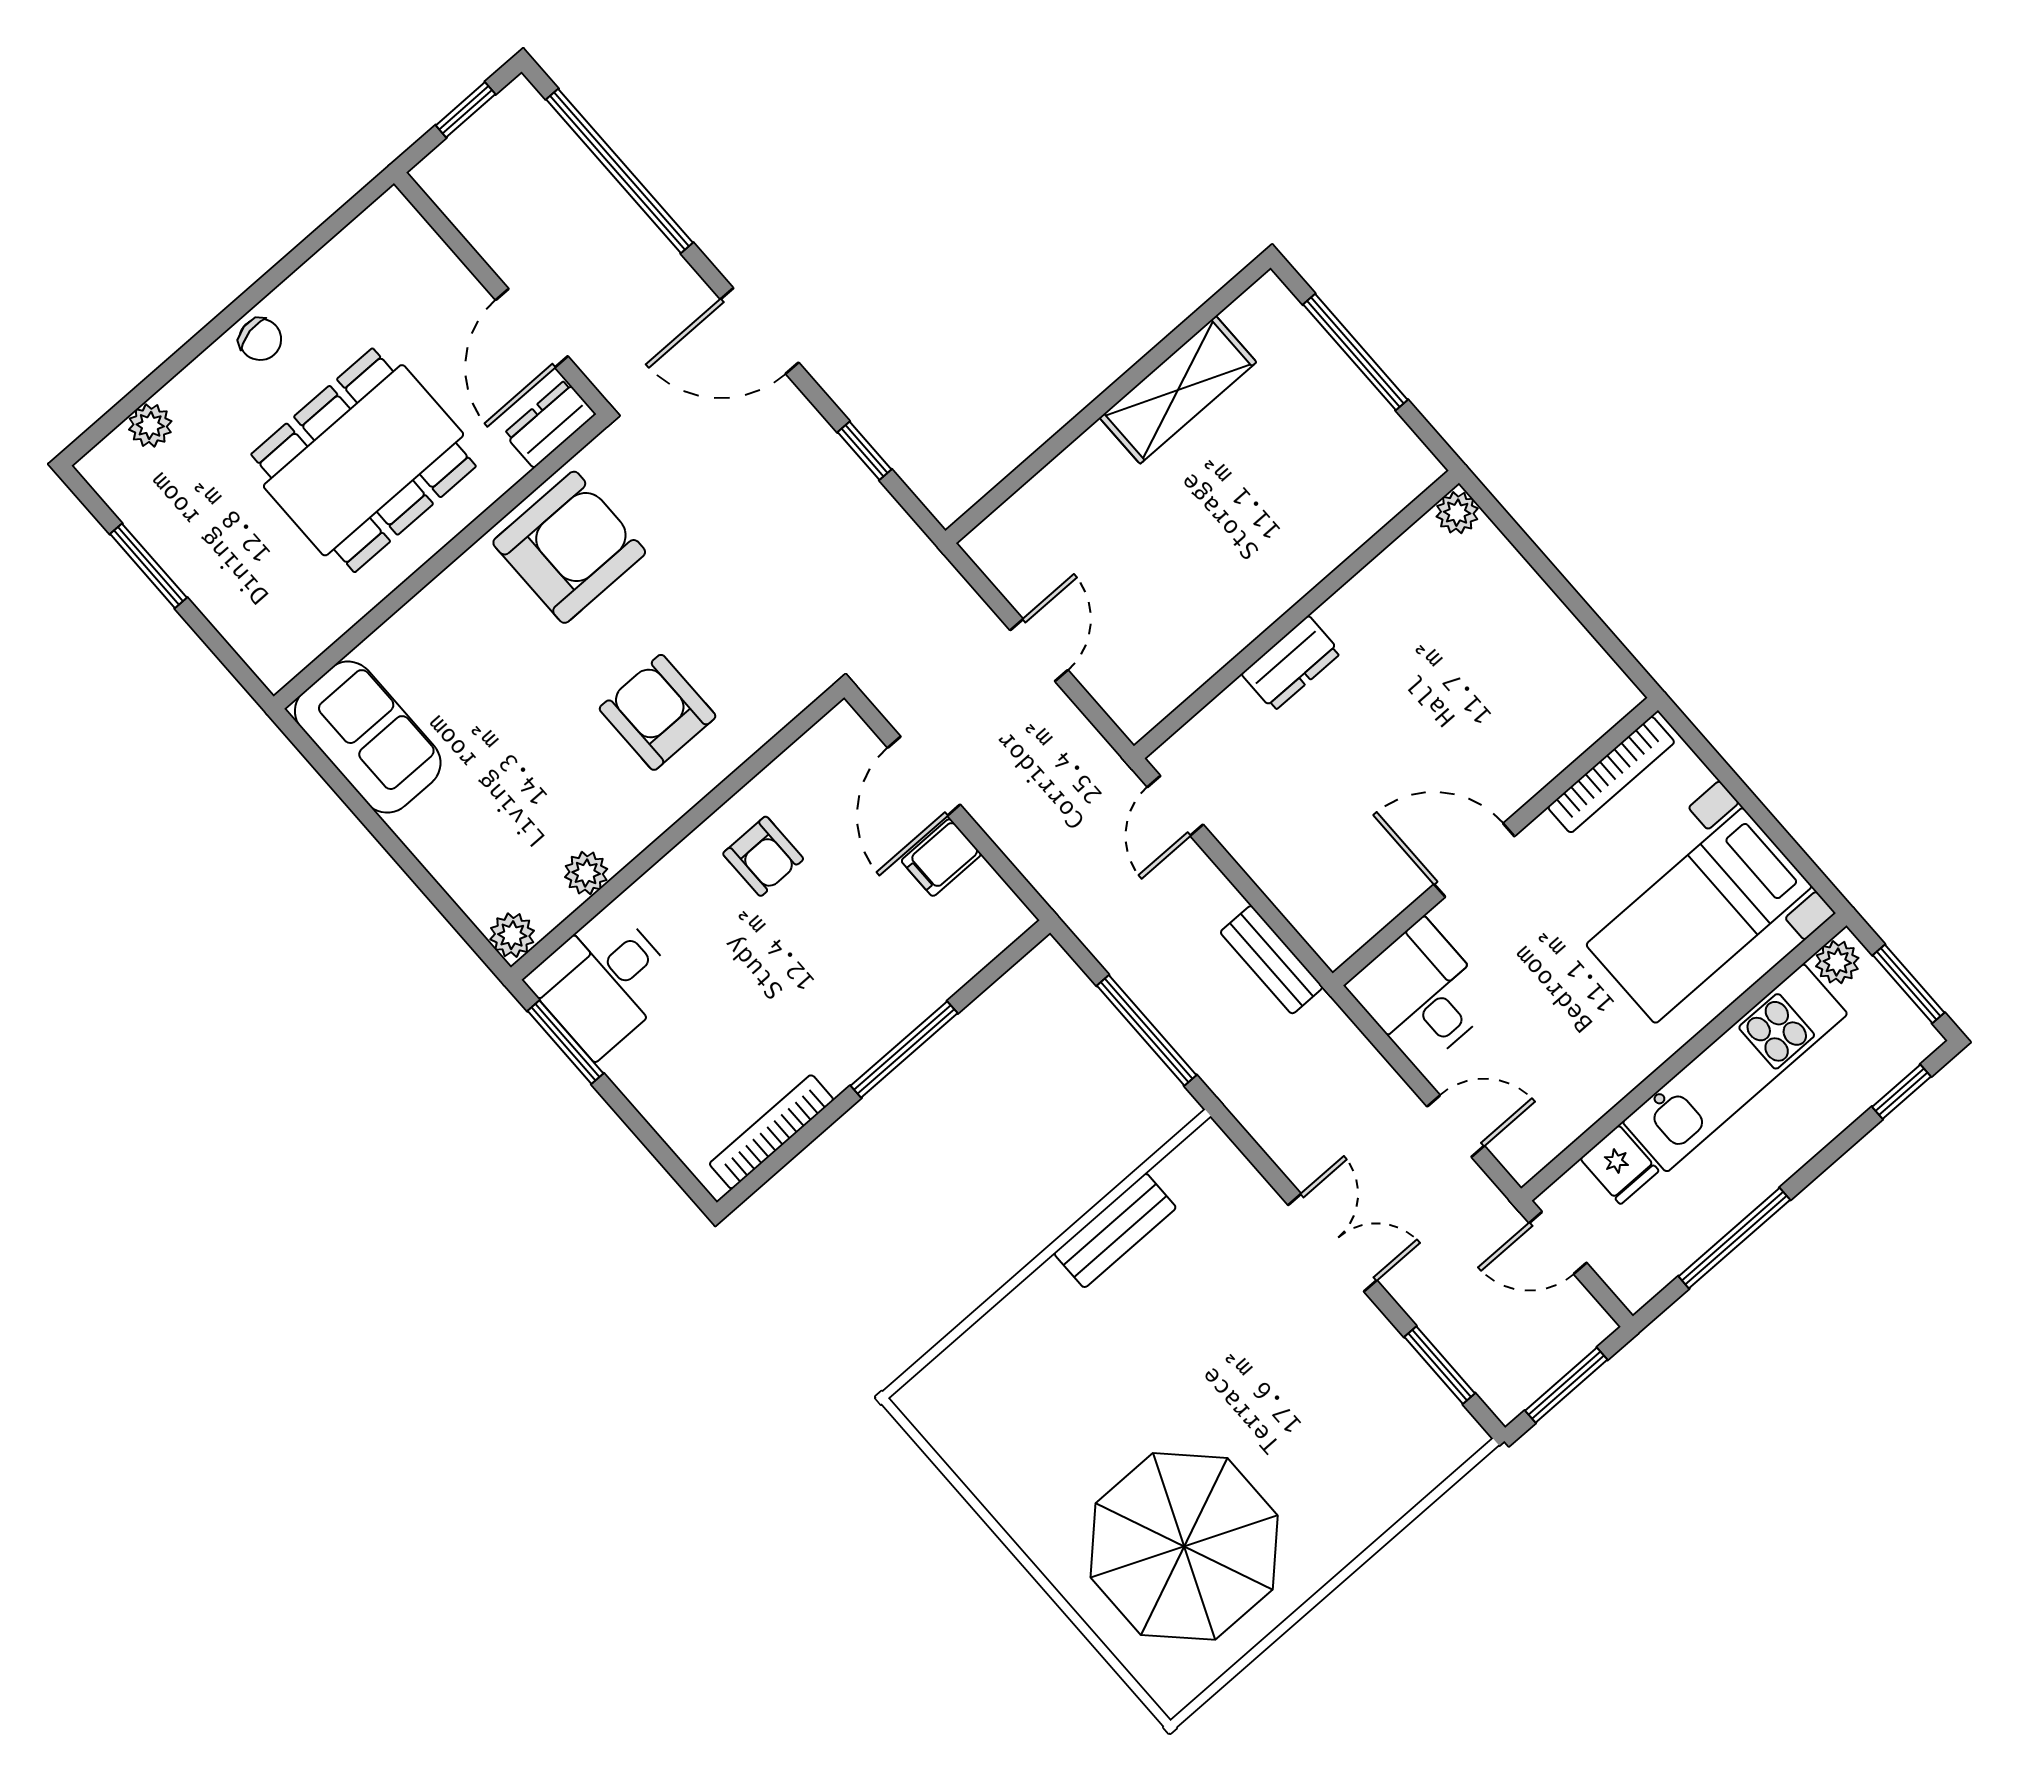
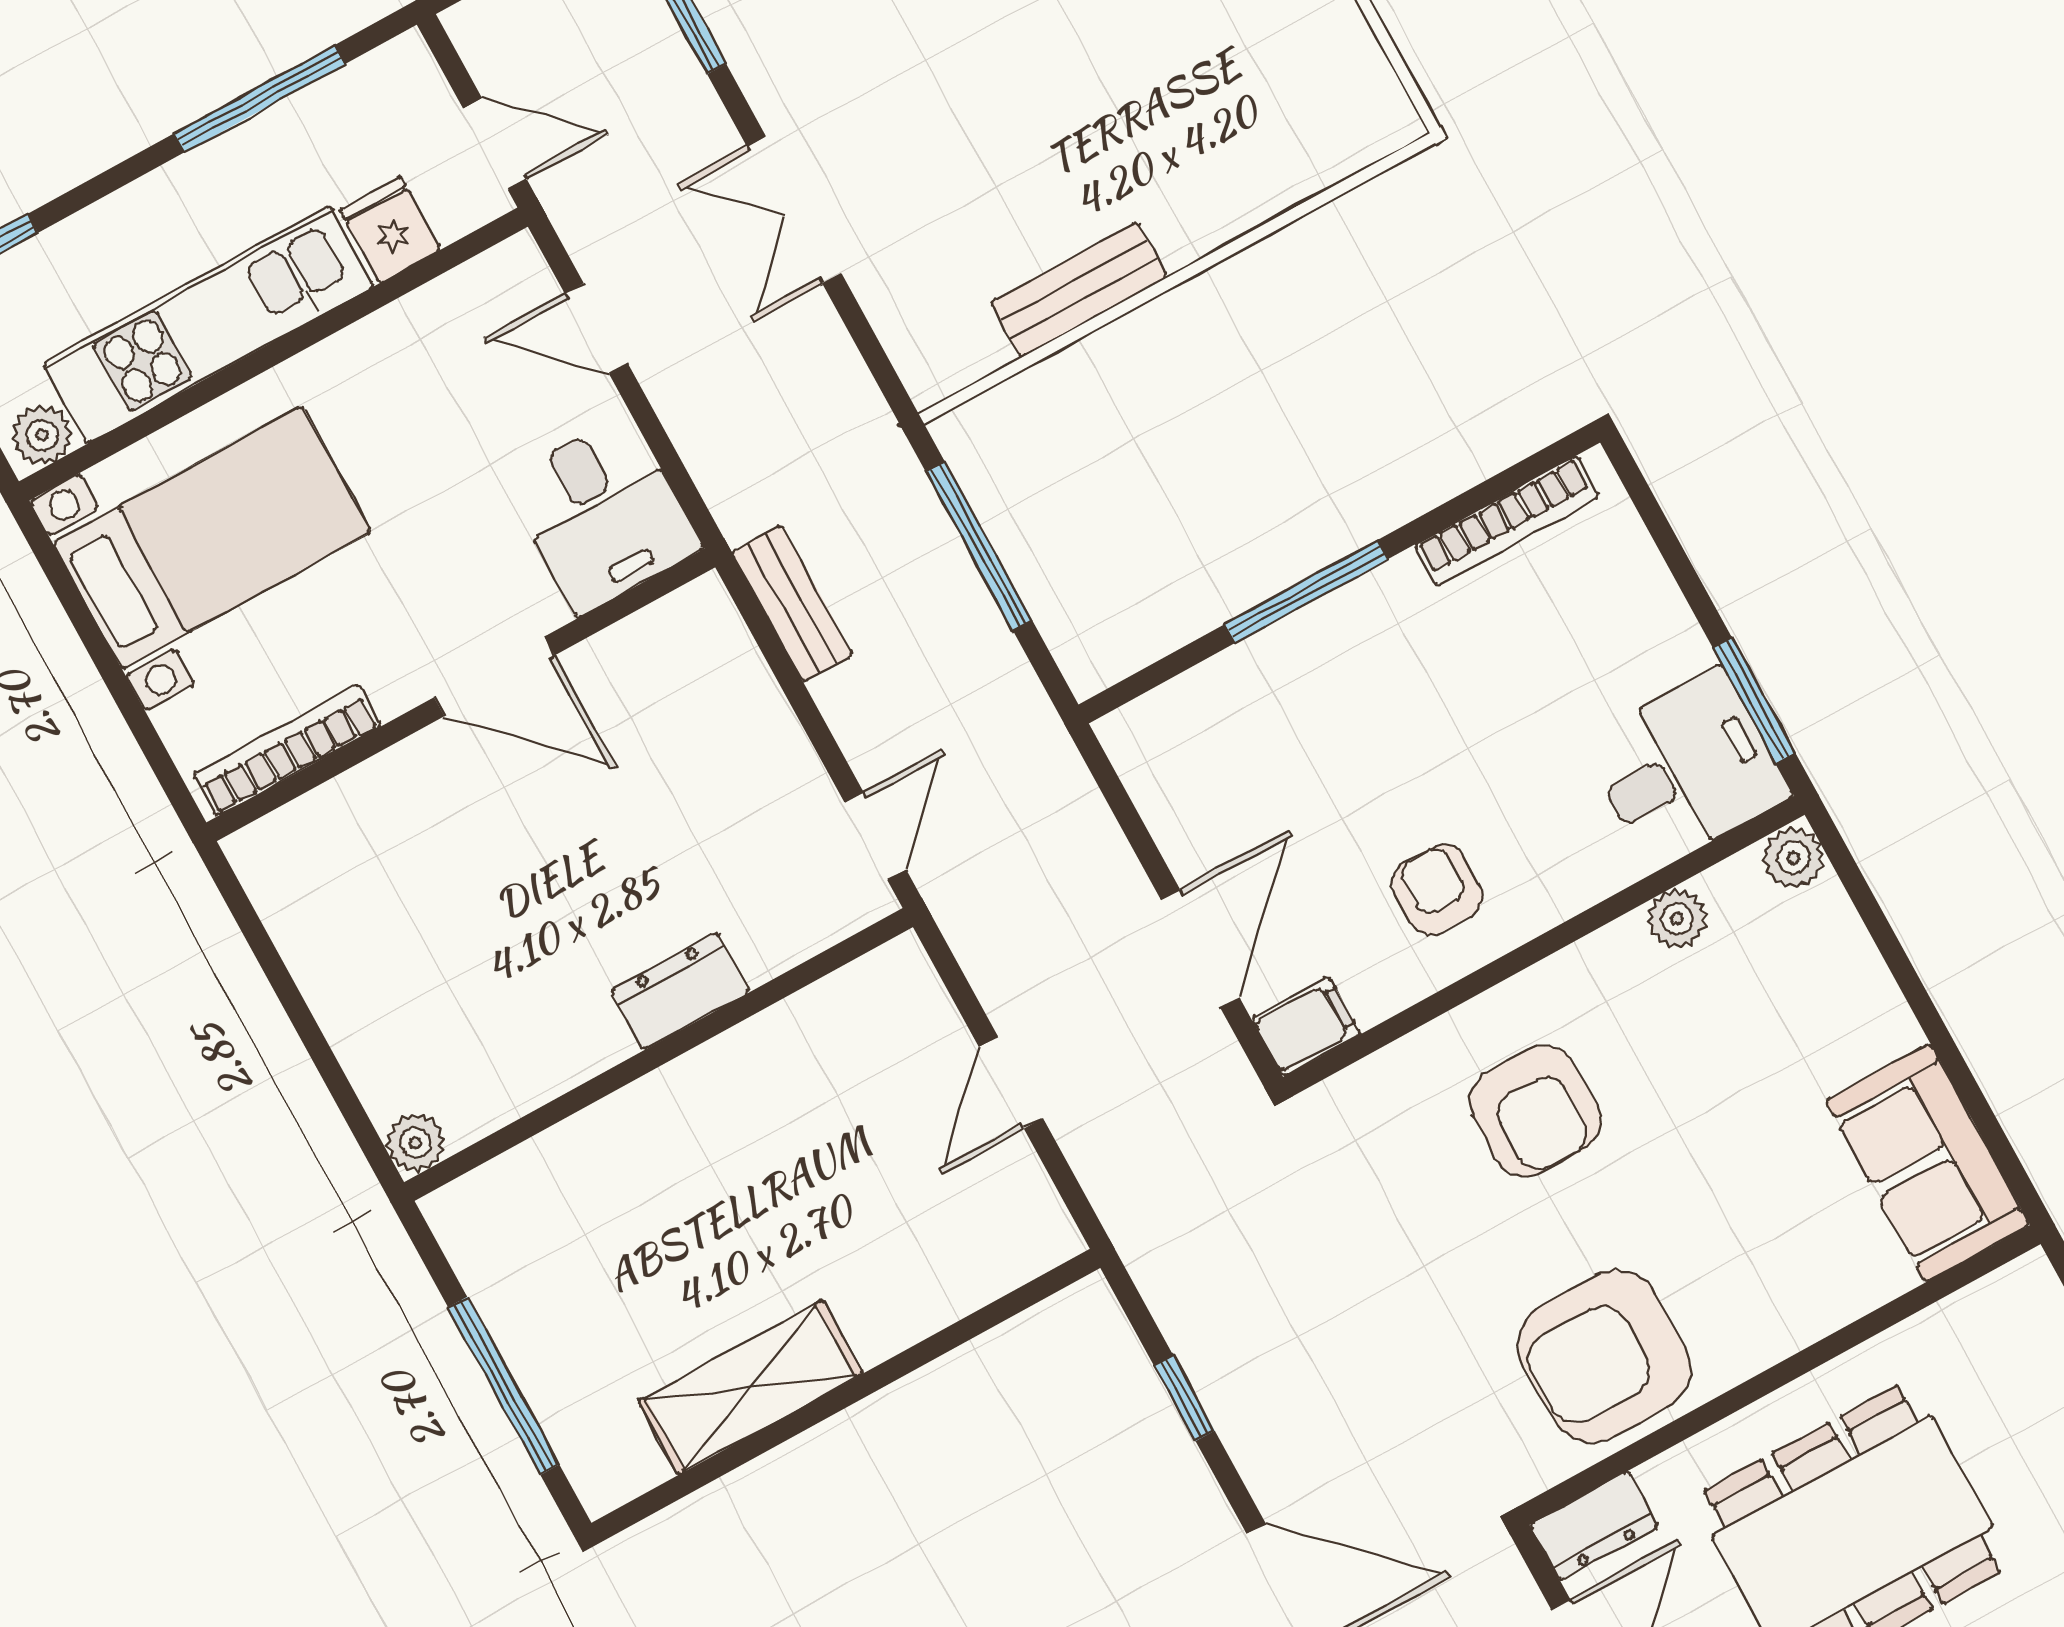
filing cabinet: (941, 858) -> (1306, 1026), moved

